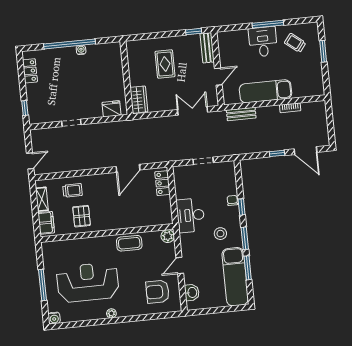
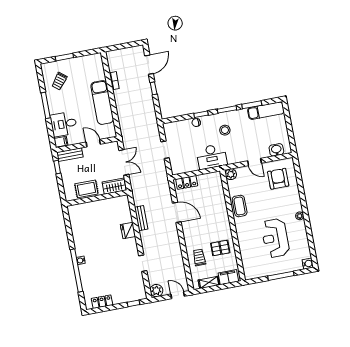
filing cabinet: (223, 39) -> (61, 142), added
desk: (263, 42) -> (64, 124), moved
wall: (127, 78) -> (97, 198), moved
wardrobe: (139, 100) -> (114, 186), moved
double door: (193, 111) -> (124, 162), swing flipped
bench: (241, 114) -> (141, 218), moved
plant: (38, 136) -> (156, 291), added
exam couch: (235, 277) -> (266, 111), width x0.73, depth x0.69
reception desk: (88, 282) -> (275, 238), width x0.74, depth x0.77
armchair: (158, 292) -> (278, 179), turned 180

